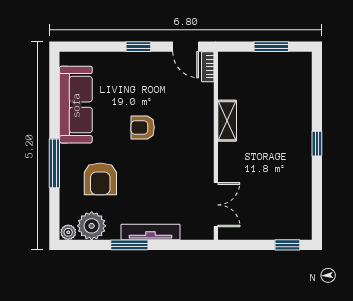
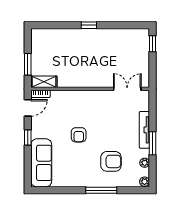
window: (271, 47) -> (28, 64), moved
sofa: (76, 105) -> (41, 163), moved, turned 90
shelving: (227, 121) -> (44, 82), moved
plant: (92, 226) -> (145, 163), width x0.53, depth x0.53

